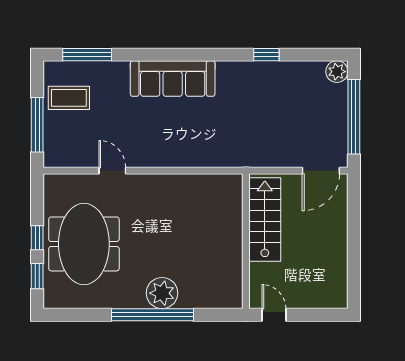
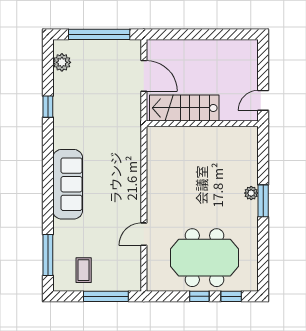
plant: (337, 72) -> (62, 62), moved
coffee table: (69, 98) -> (84, 270), width x0.73, depth x0.77
door: (321, 171) -> (144, 76), moved
plant: (162, 293) -> (251, 193), width x0.53, depth x0.53
window: (152, 315) -> (263, 201), width x0.47

